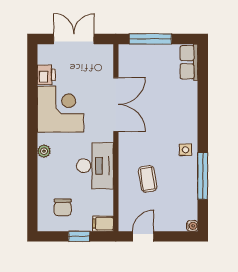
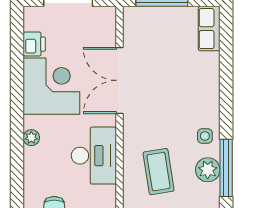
double door: (116, 105) -> (119, 80), swing flipped
plant: (188, 177) -> (208, 170), added
coffee table: (148, 179) -> (159, 172), width x1.36, depth x1.30

